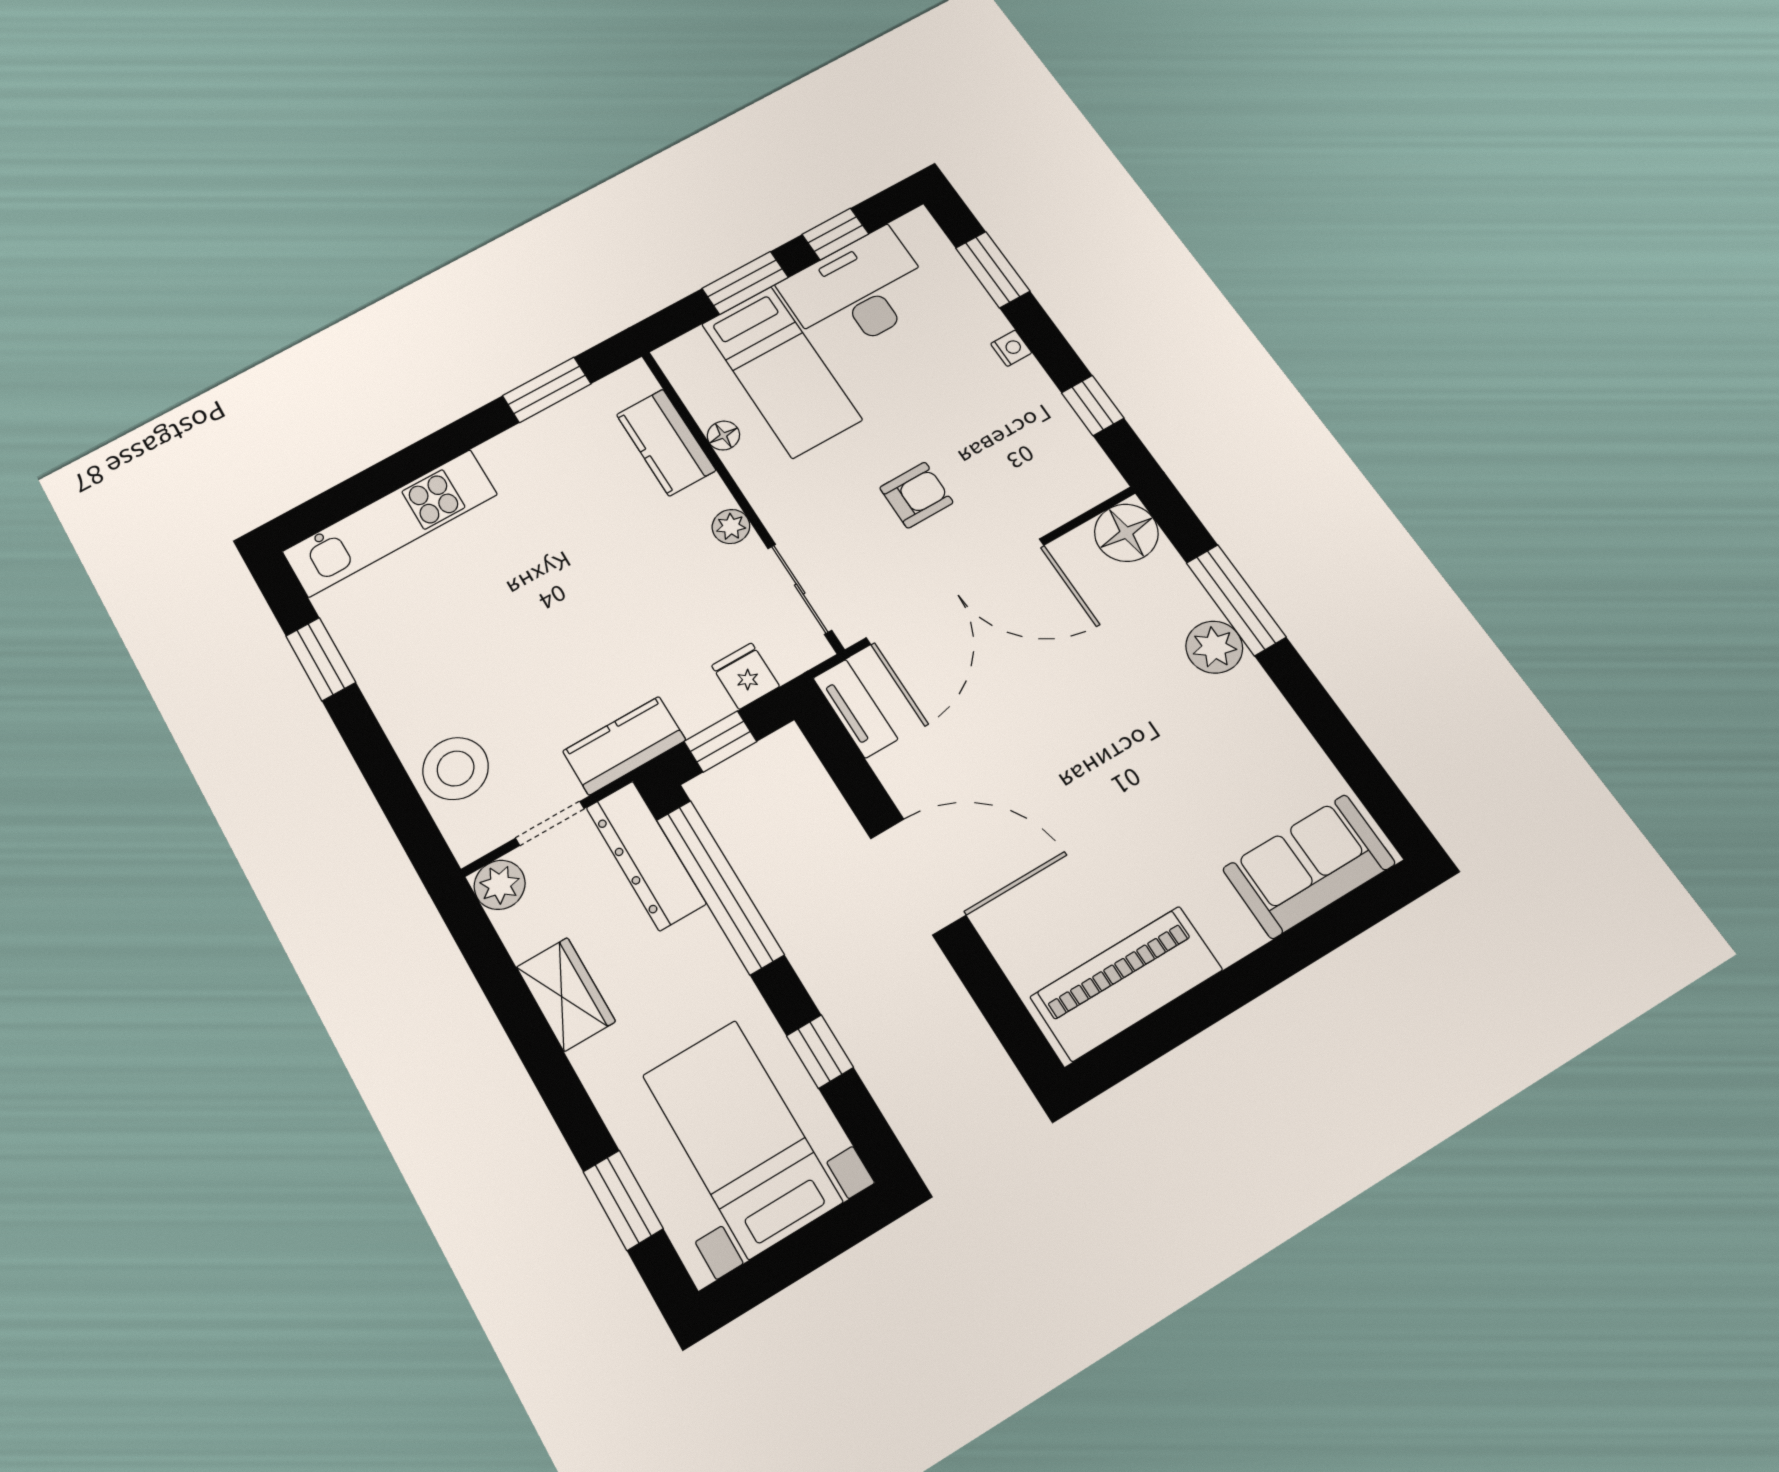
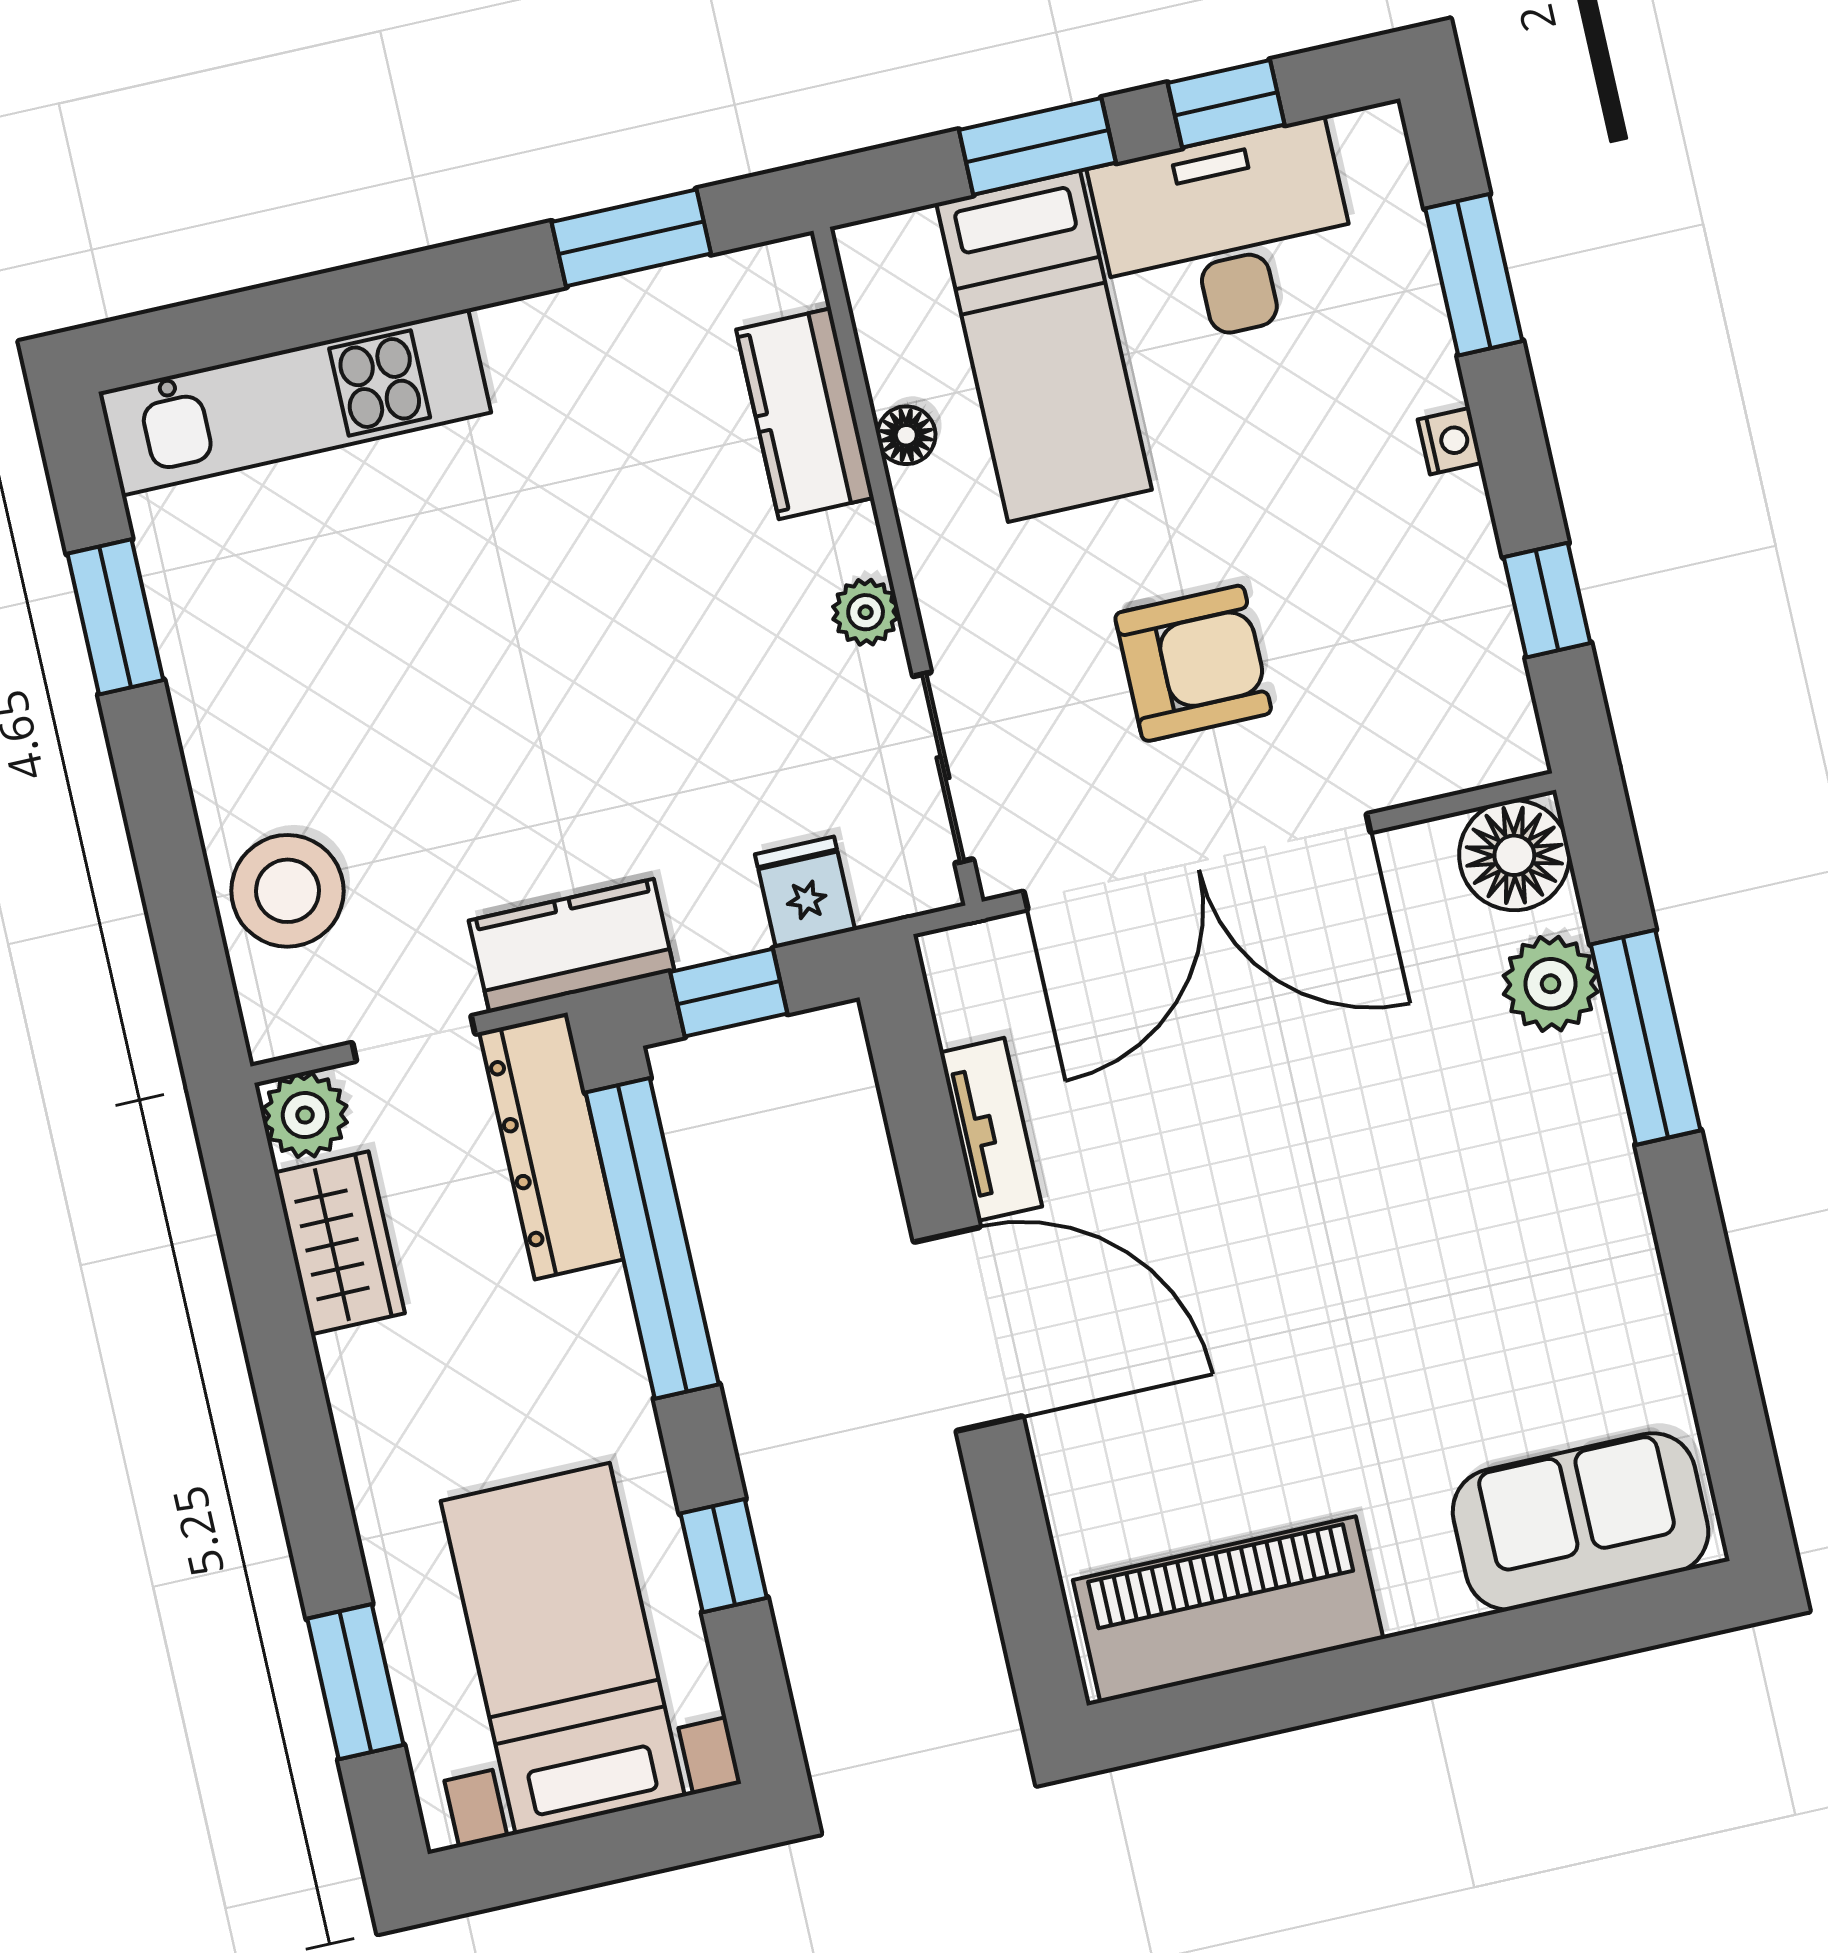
armchair: (916, 495) -> (1193, 663), width x1.38, depth x1.38
plant: (1214, 647) -> (1551, 984), moved
tv unit: (855, 709) -> (991, 1129), moved
wardrobe: (566, 994) -> (340, 1243), moved

